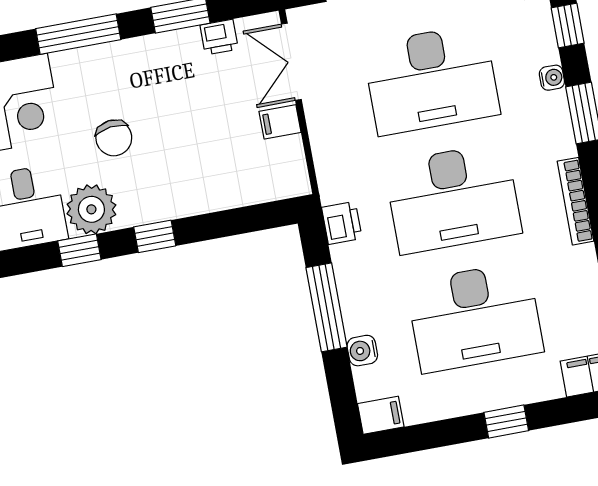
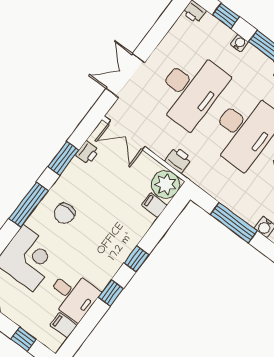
filing cabinet: (280, 122) -> (154, 205), moved, turned 90
chair: (114, 138) -> (64, 213), moved, turned 97
plant: (91, 209) -> (166, 184), moved
printer: (342, 223) -> (178, 160), moved

